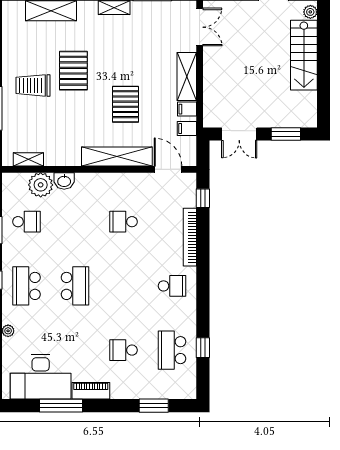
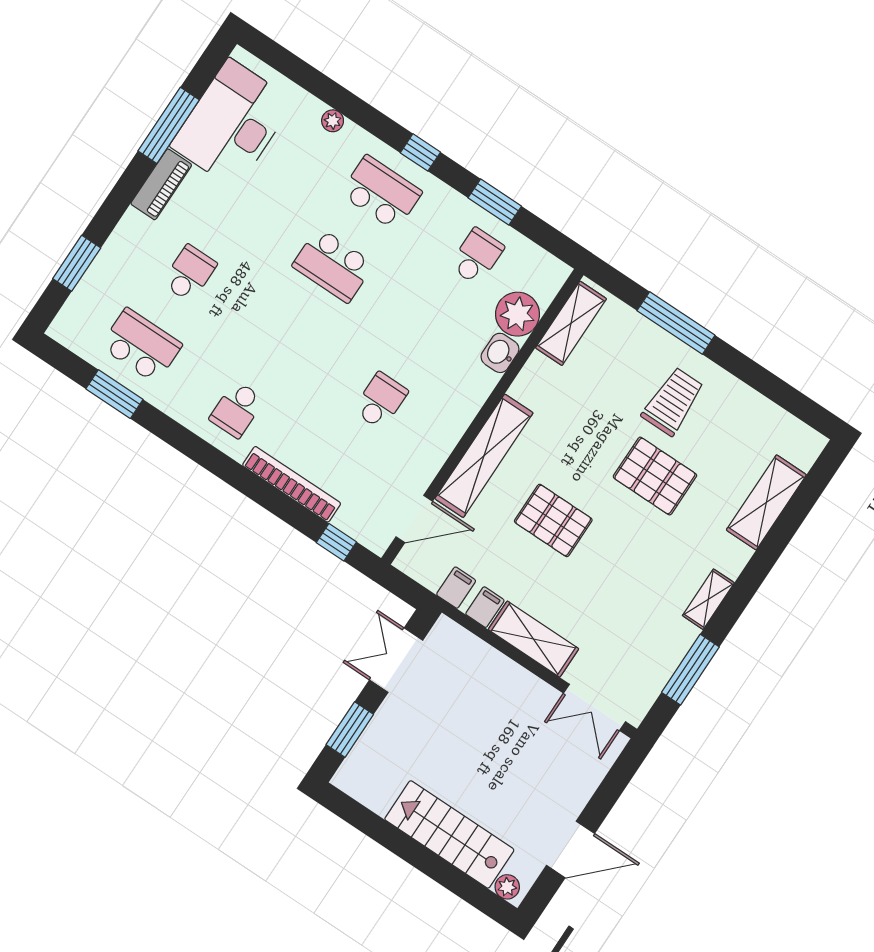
shelving: (28, 159) -> (571, 323), width x1.50, depth x1.33
school desk: (26, 222) -> (477, 257), turned 180
window: (203, 348) -> (114, 394), width x1.50

